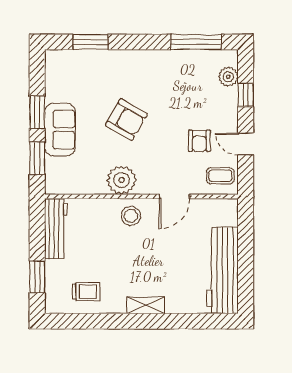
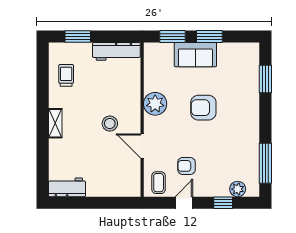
armchair: (126, 120) -> (203, 108), turned 60
stool: (131, 216) -> (110, 124), moved
workbench: (222, 270) -> (67, 187), width x0.53, depth x0.76
trolley: (86, 292) -> (66, 75), turned 180

